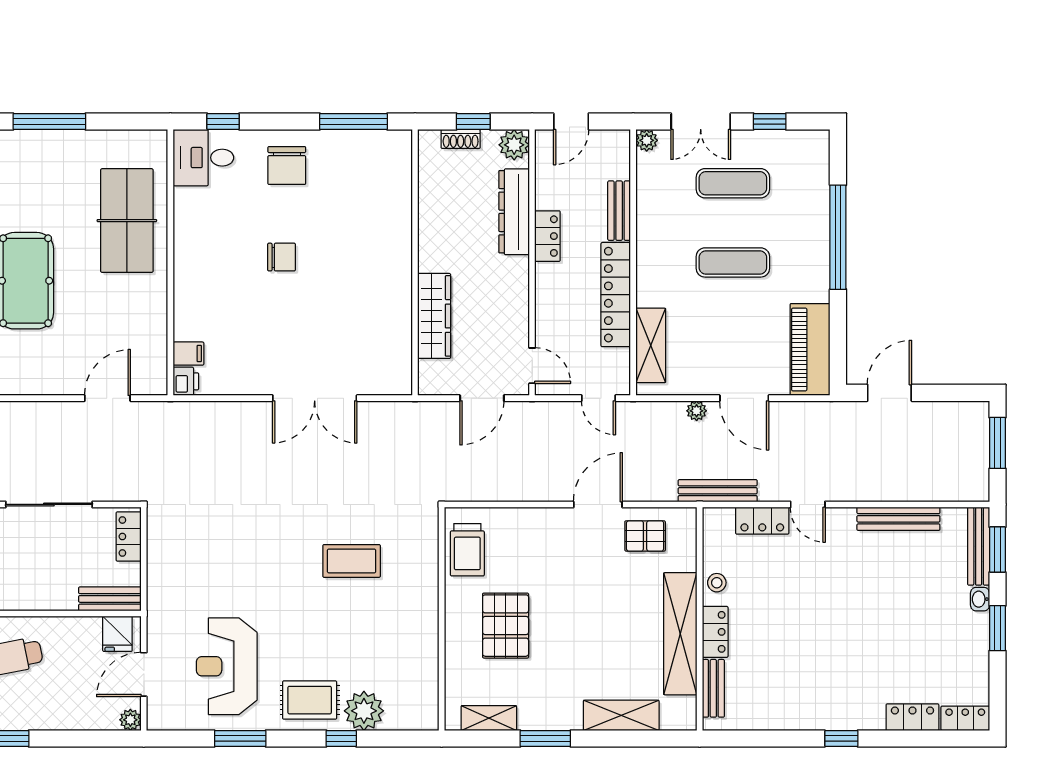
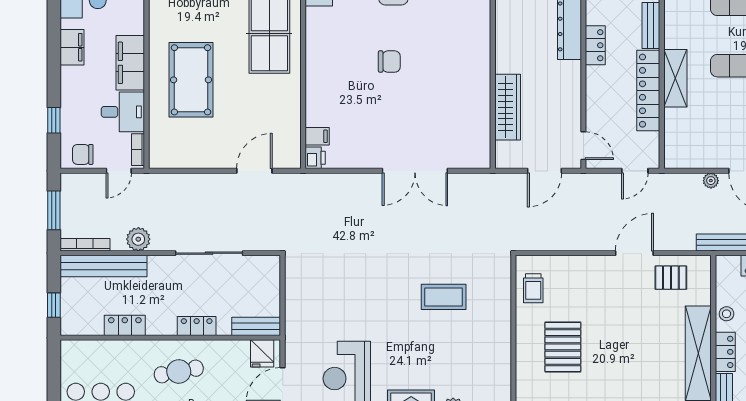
shelving: (651, 345) -> (675, 78), moved
door: (598, 398) -> (635, 171), hinge flipped
locker: (129, 536) -> (197, 326), moved, turned 90
trolley: (467, 550) -> (533, 288), width x0.73, depth x0.72

